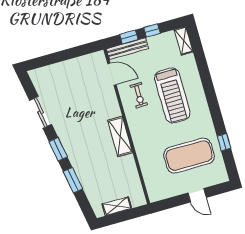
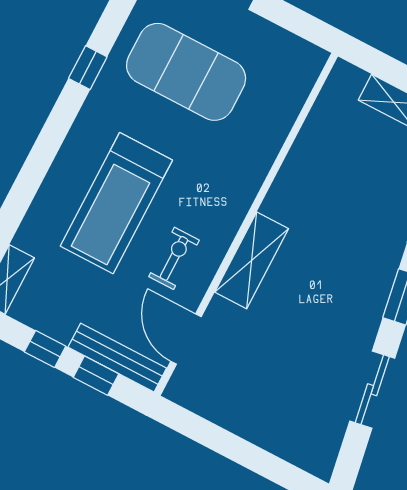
treadmill: (172, 95) -> (116, 203), turned 180
shelving: (120, 136) -> (252, 260), moved
window: (224, 142) -> (88, 68), moved

